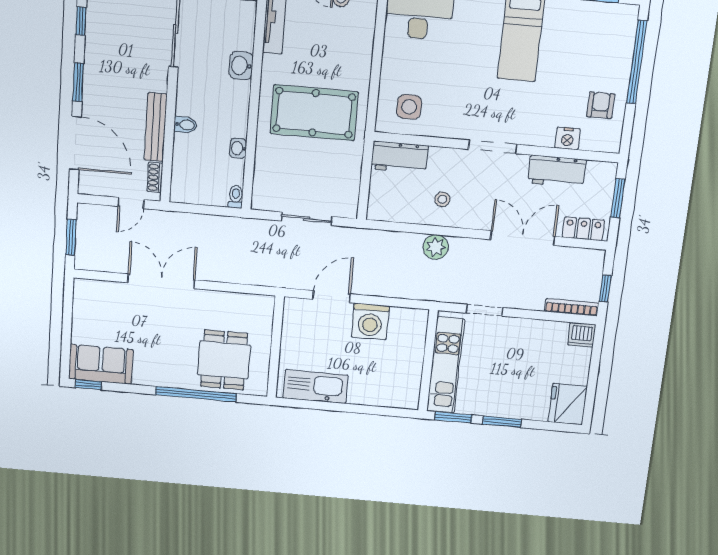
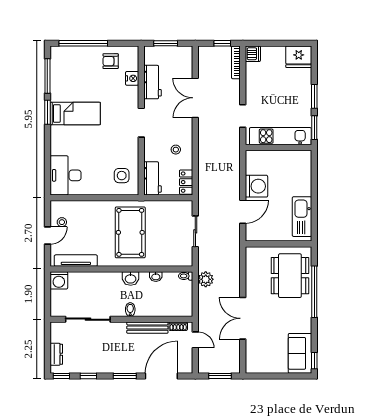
washbasin: (241, 66) -> (131, 279), moved
bidet: (185, 125) -> (130, 310), moved
locker: (583, 229) -> (186, 182), moved
plant: (436, 247) -> (206, 279), moved
door: (331, 297) -> (243, 212), swing flipped
dining table: (224, 360) -> (290, 276), width x1.38

